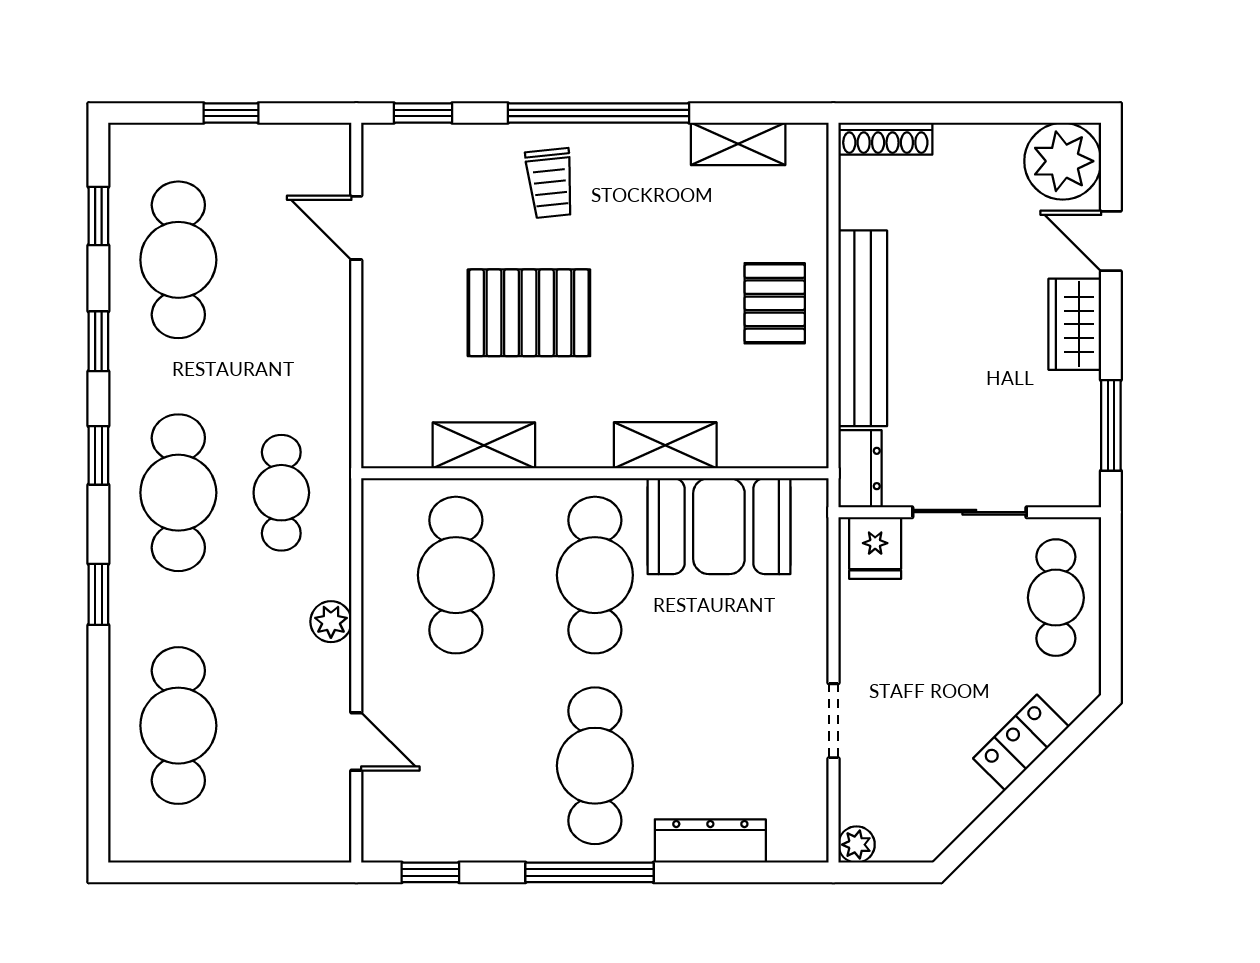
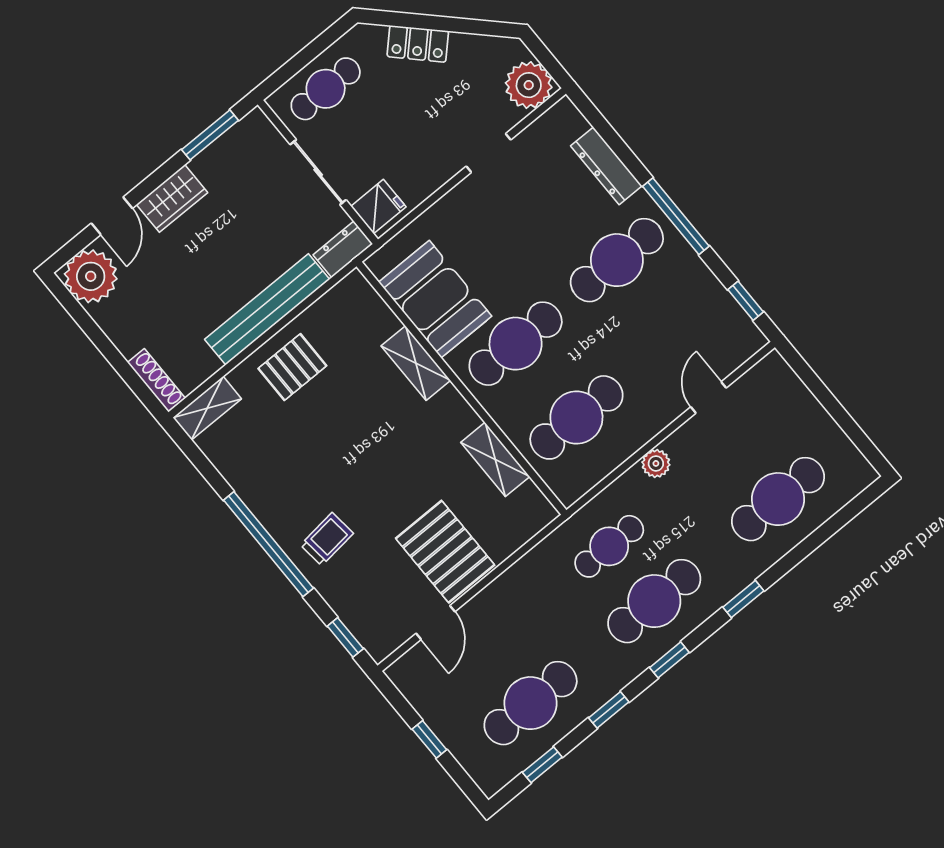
shelving: (738, 144) -> (207, 408), moved, turned 90
pallet: (529, 313) -> (445, 552), moved
plant: (857, 845) -> (529, 85), width x1.87, depth x1.87

